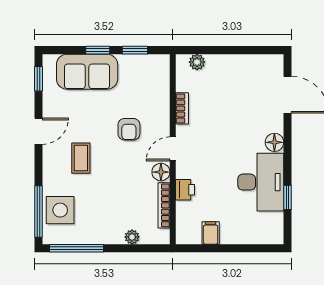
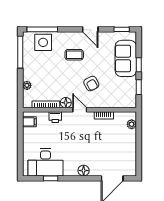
armchair: (129, 129) -> (91, 84), turned -118
desk: (261, 182) -> (45, 162), moved
filing cabinet: (211, 233) -> (29, 122), moved

